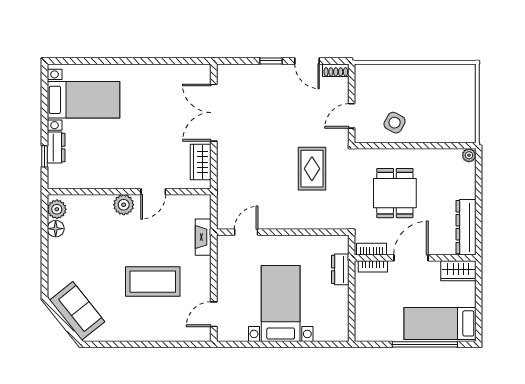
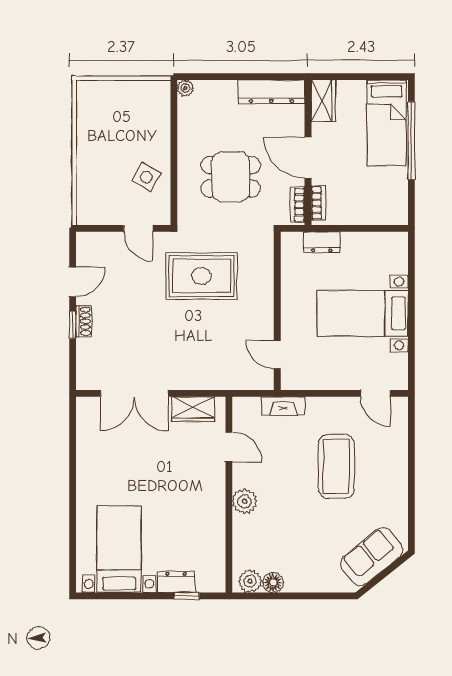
shoe rack: (336, 70) -> (84, 321), moved
rug: (312, 169) -> (201, 276), width x1.36, depth x1.43
door: (153, 192) -> (229, 447), moved

